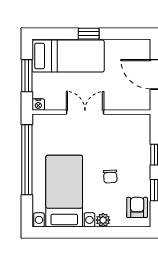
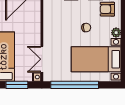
double door: (85, 112) -> (42, 59), moved

